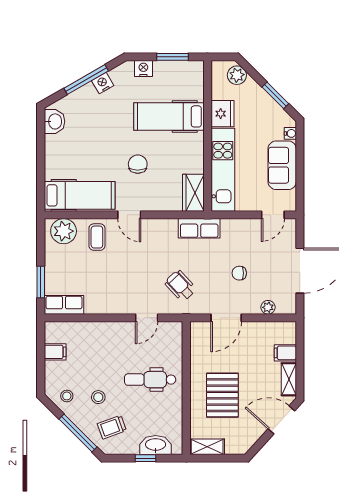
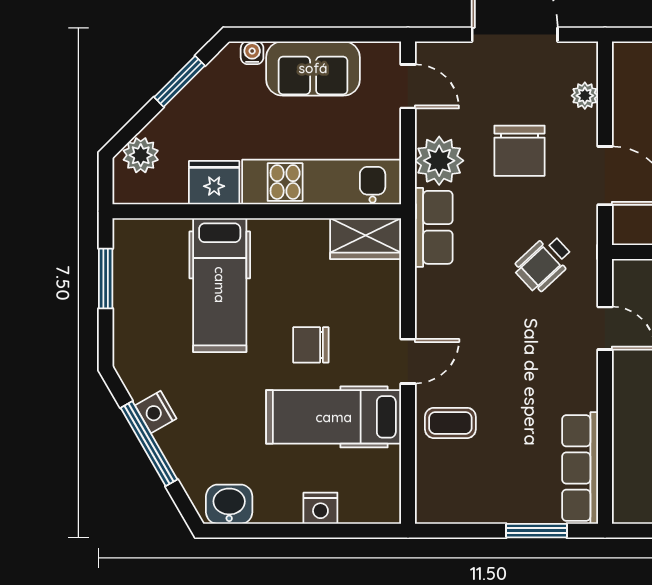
nightstand: (143, 69) -> (320, 508), moved, turned -90
hospital bed: (80, 195) -> (334, 417), moved, turned -90
plant: (64, 231) -> (439, 161), moved
chair: (239, 273) -> (519, 151), width x1.87, depth x1.87
row of seats: (64, 305) -> (580, 468), width x1.48

